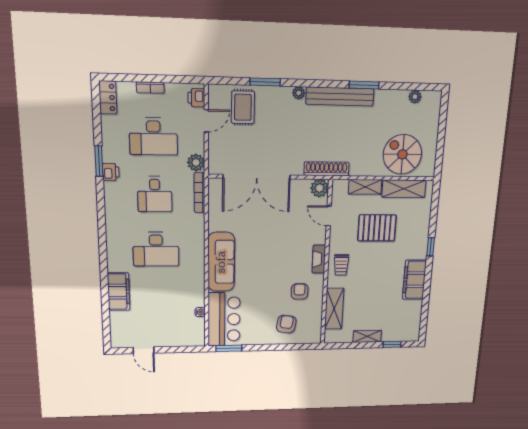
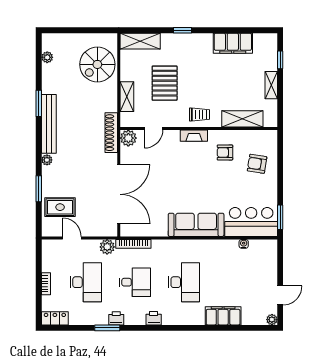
printer: (196, 98) -> (154, 318), moved, turned 180
shelving: (404, 189) -> (140, 41), moved, turned 90
filing cabinet: (414, 280) -> (233, 43), moved
plant: (116, 343) -> (272, 320), added

